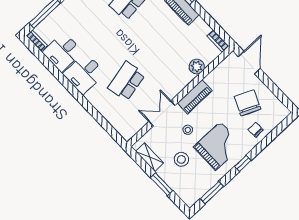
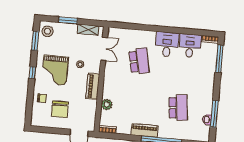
chair: (248, 103) -> (60, 109), turned 66
double door: (162, 113) -> (104, 49), moved
stool: (181, 159) -> (47, 31), moved

